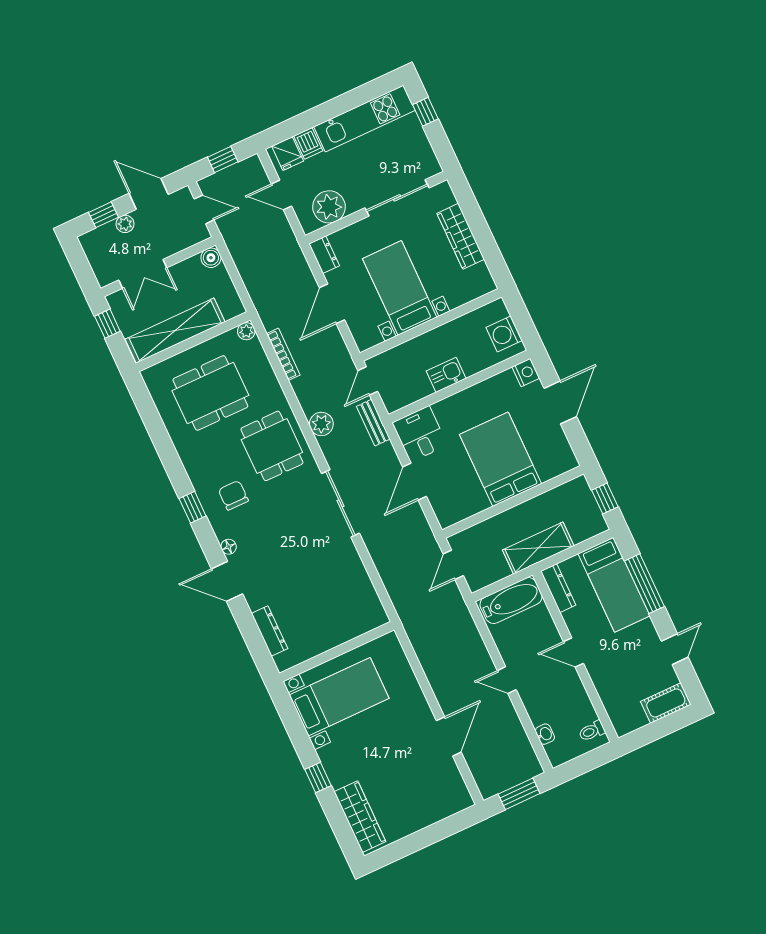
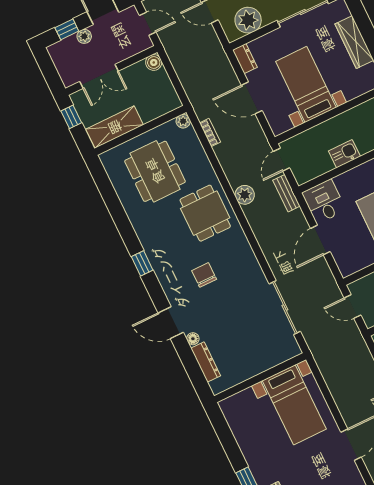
door: (332, 304) -> (252, 98), hinge flipped
shelving: (175, 331) -> (115, 127), width x0.68
bookcase: (283, 354) -> (210, 132), width x0.64
dining table: (210, 393) -> (155, 171), turned 90
chair: (233, 495) -> (204, 275), moved
sliding door: (340, 503) -> (285, 308), moved
floor lamp: (229, 547) -> (193, 339), moved
door: (453, 565) -> (353, 306), hinge flipped
bed with nightstands: (339, 697) -> (294, 405), moved, turned 90

